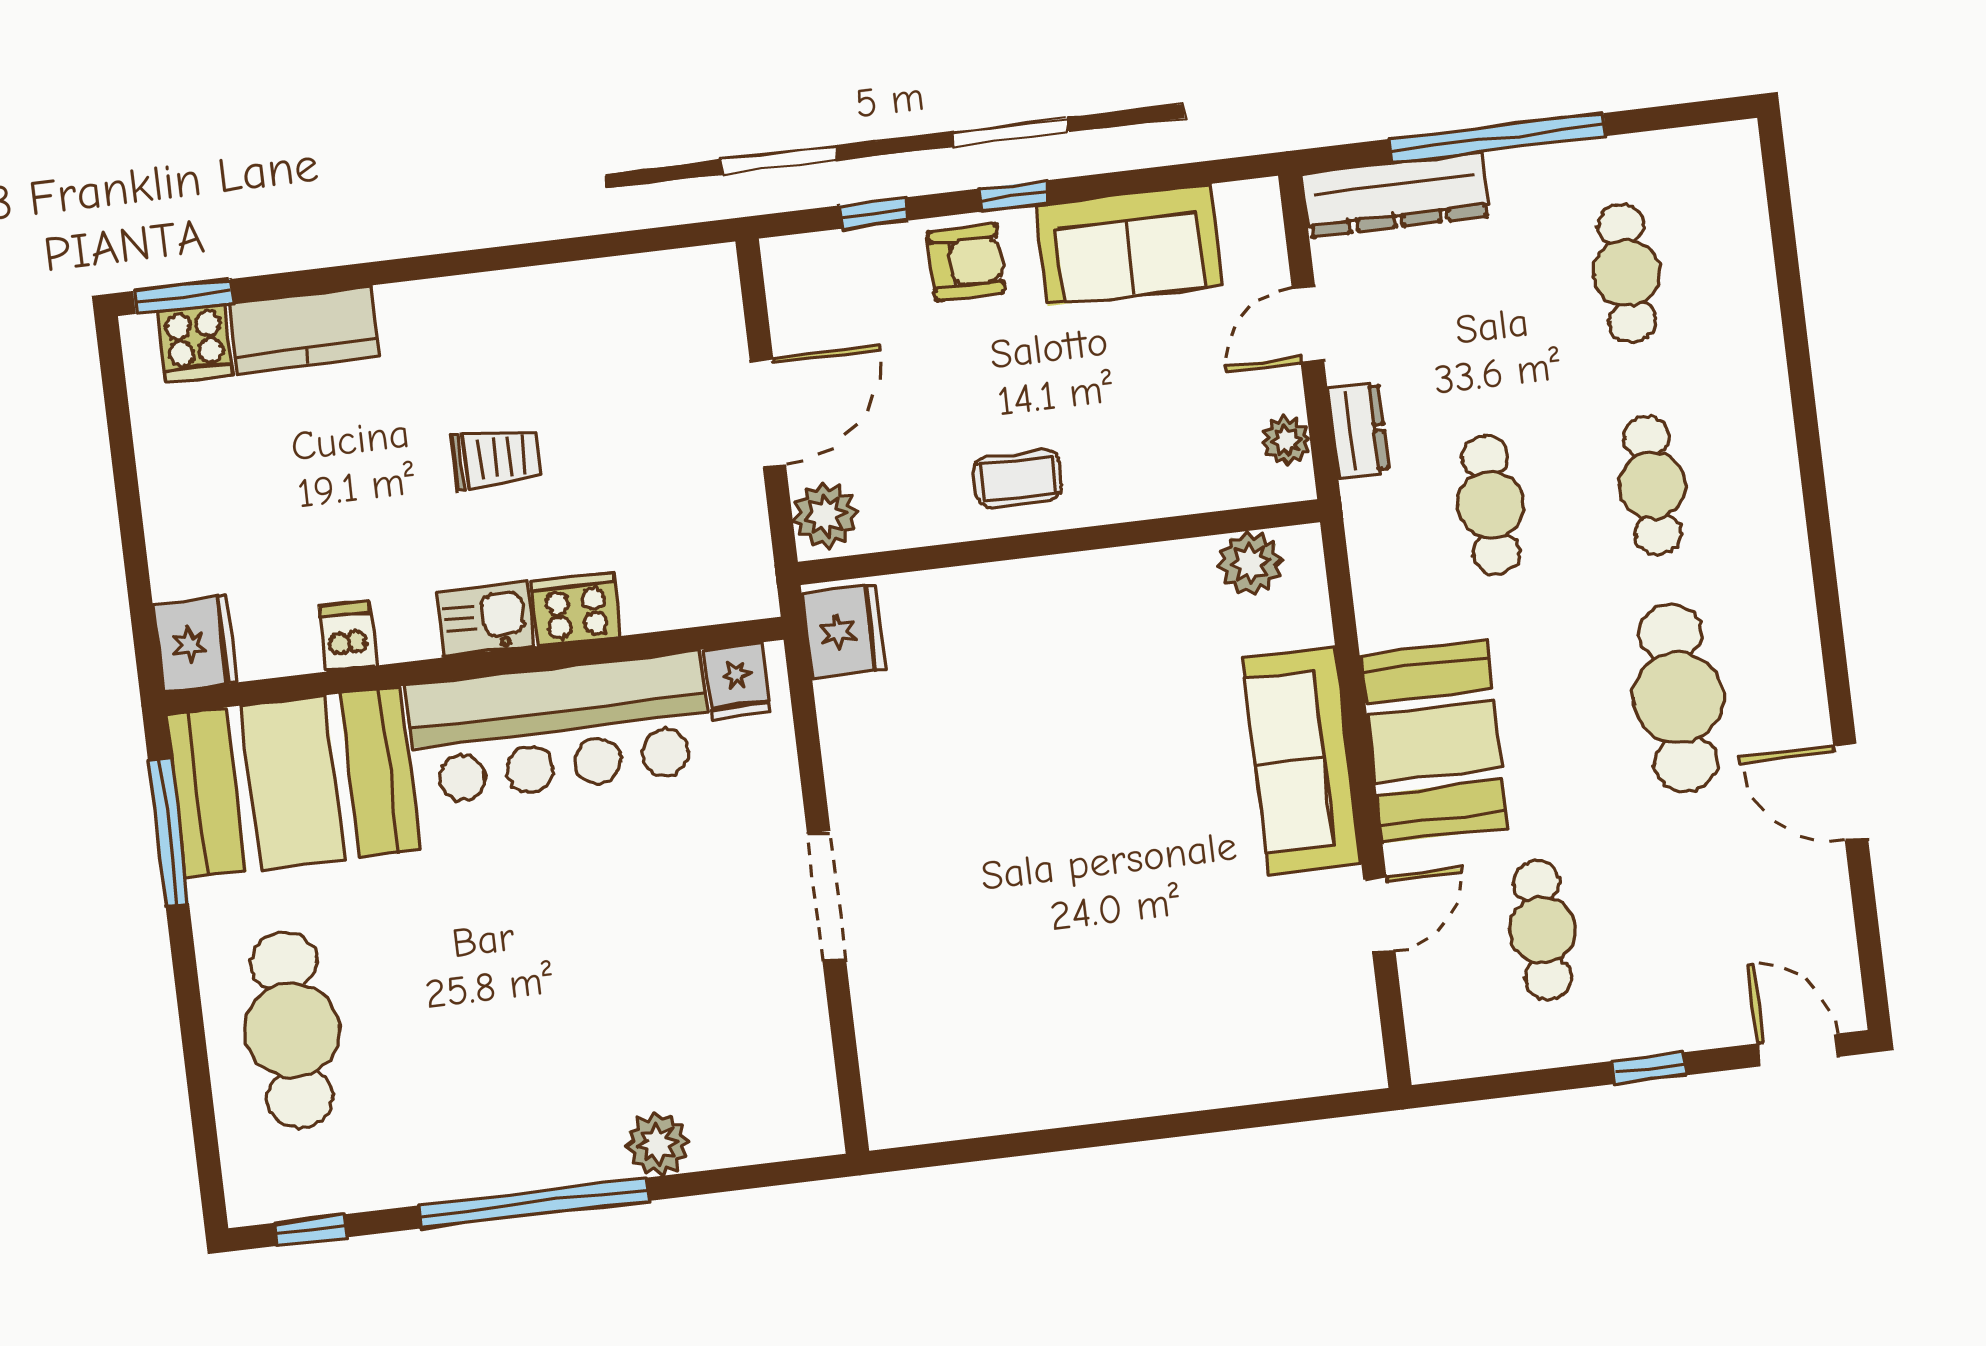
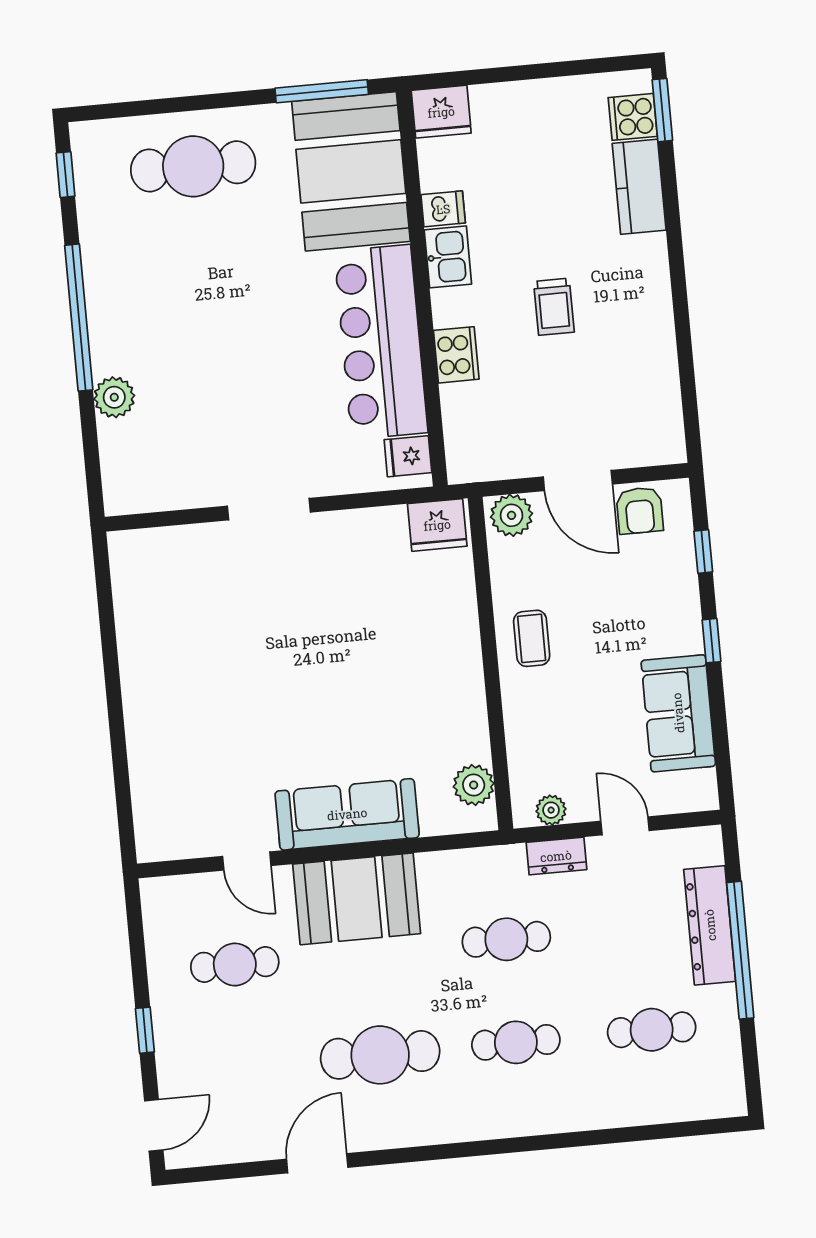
dresser: (1396, 194) -> (710, 925), moved
armchair: (966, 262) -> (640, 510), moved
kitchen sink: (485, 619) -> (448, 257), moved

